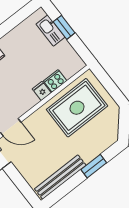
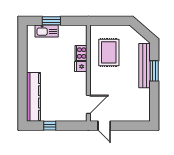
rug: (77, 108) -> (109, 52), width x0.73, depth x0.69
bench: (60, 177) -> (145, 66), moved

